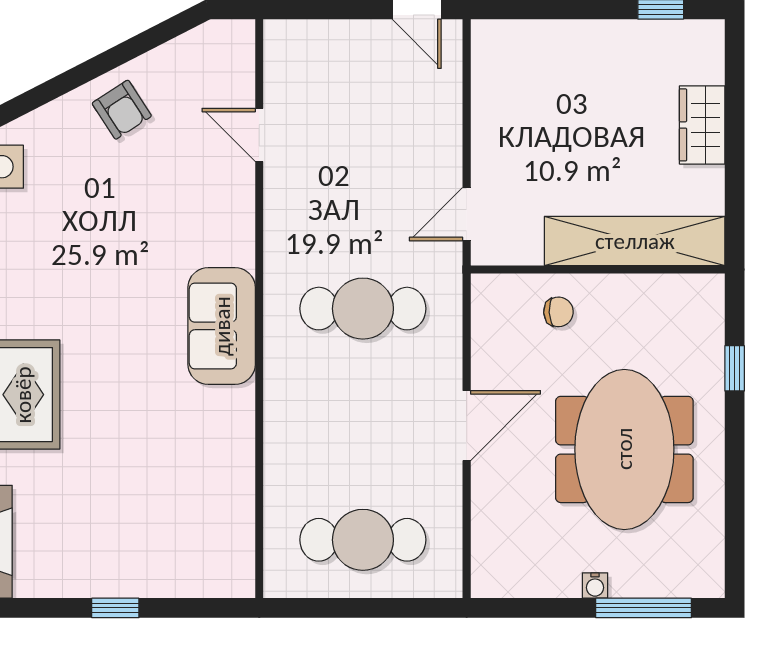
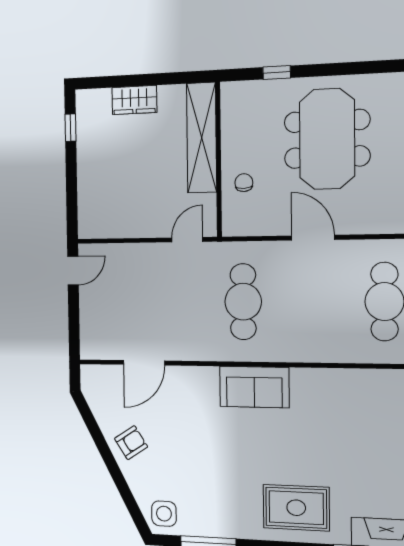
door: (259, 135) -> (144, 363), width x1.38
door: (467, 214) -> (187, 240), swing flipped
meeting table: (624, 449) -> (327, 139), turned 90

